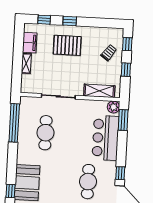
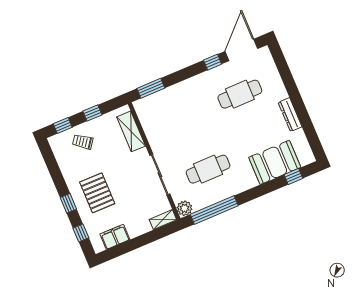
shelving: (26, 63) -> (163, 220), moved
plant: (113, 107) -> (185, 208), moved
bar counter: (106, 138) -> (181, 98), removed

